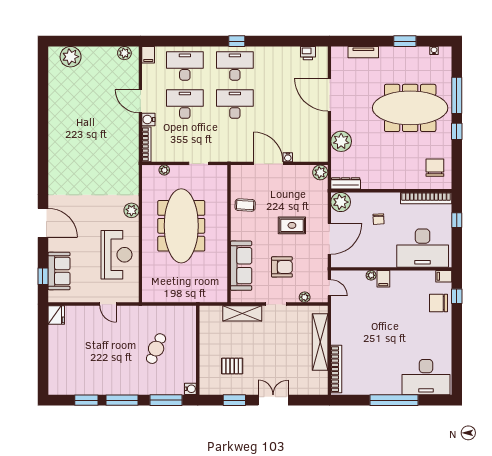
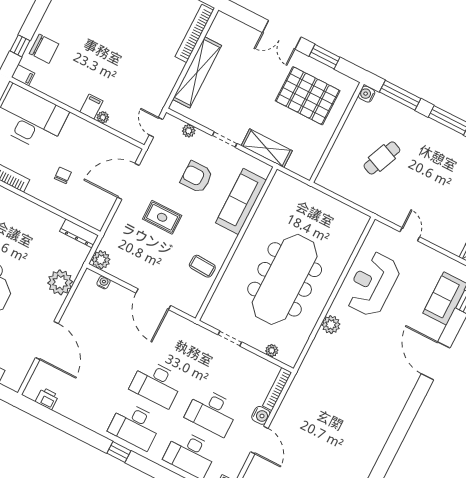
water cooler: (288, 157) -> (104, 282), moved
plant: (341, 202) -> (95, 216), removed
pallet: (232, 366) -> (308, 96), width x2.05, depth x2.00

